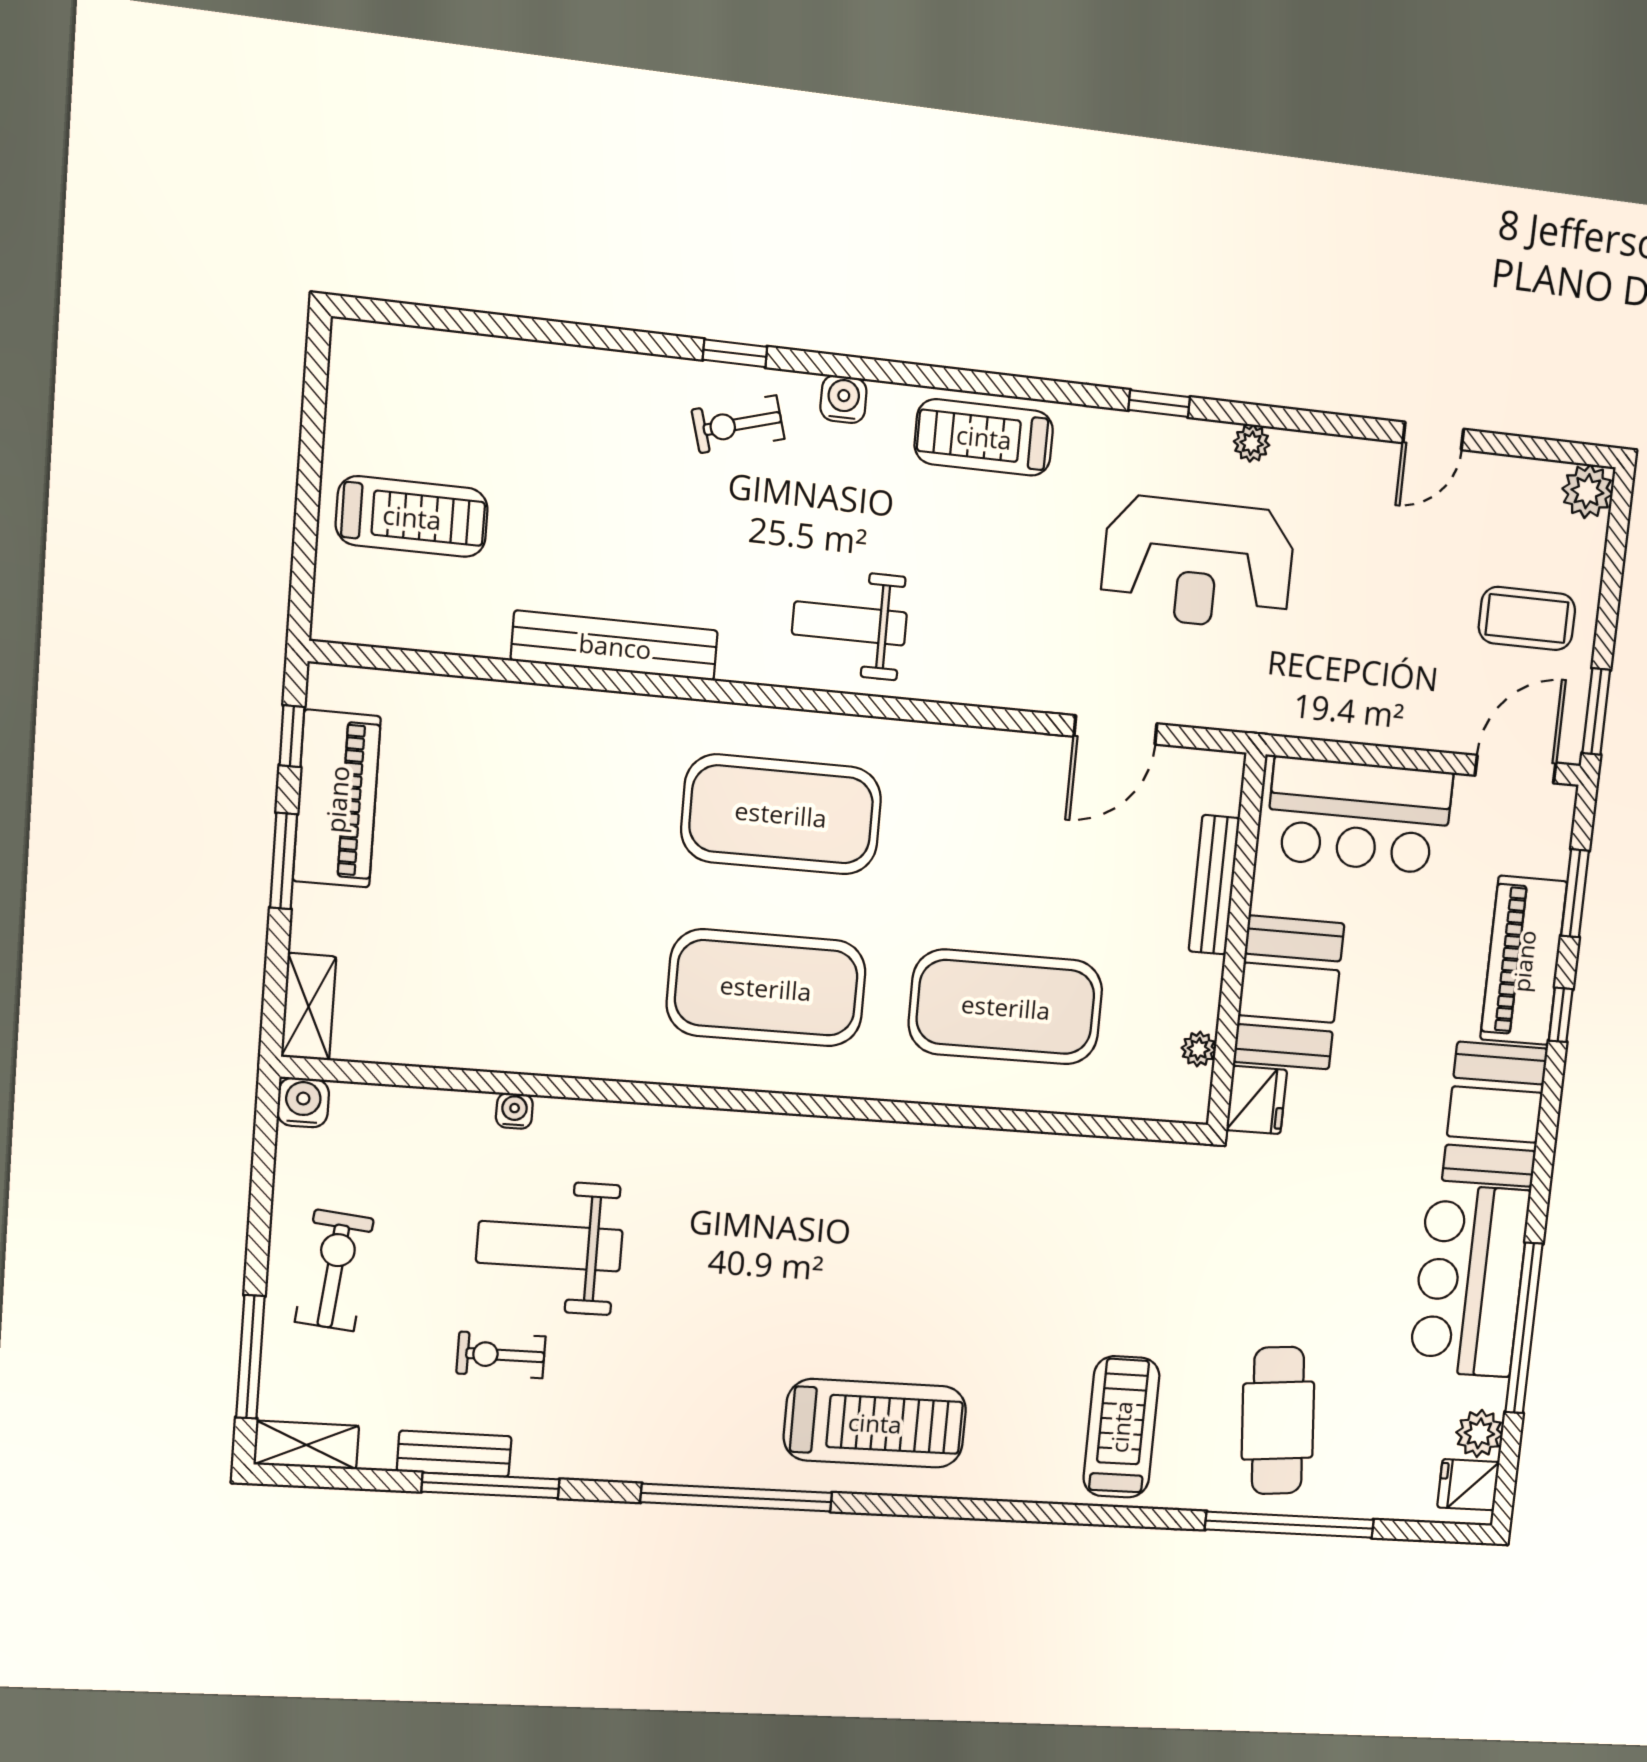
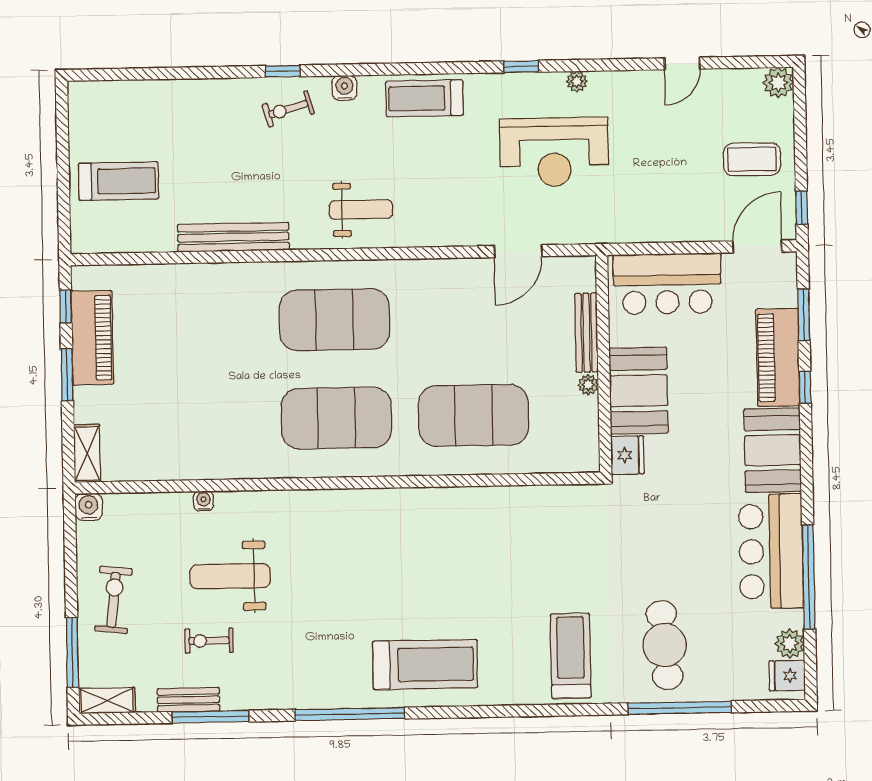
weight bench: (849, 623) -> (361, 210), turned 180
window: (1596, 711) -> (802, 208), width x0.67
plant: (1199, 1049) -> (588, 385), moved

